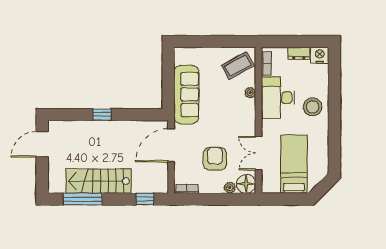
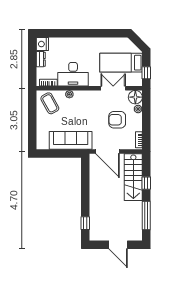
stool: (313, 107) -> (80, 49), removed
window: (102, 115) -> (85, 223), moved
door: (42, 144) -> (118, 245), moved
double door: (259, 153) -> (113, 88), swing flipped
stairs: (99, 181) -> (133, 177), moved
window: (145, 199) -> (146, 183), moved
window: (280, 199) -> (146, 73), added

